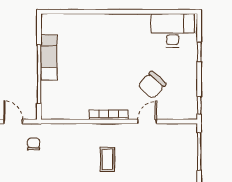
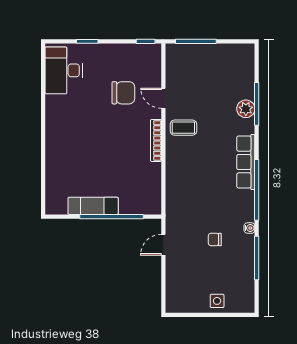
chair: (152, 85) -> (123, 93), turned -42
chair: (34, 144) -> (215, 239), moved
coffee table: (107, 159) -> (183, 128), moved

